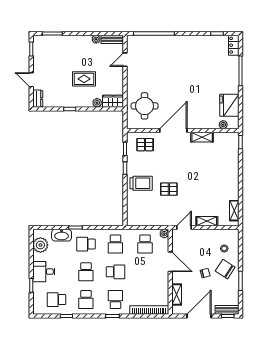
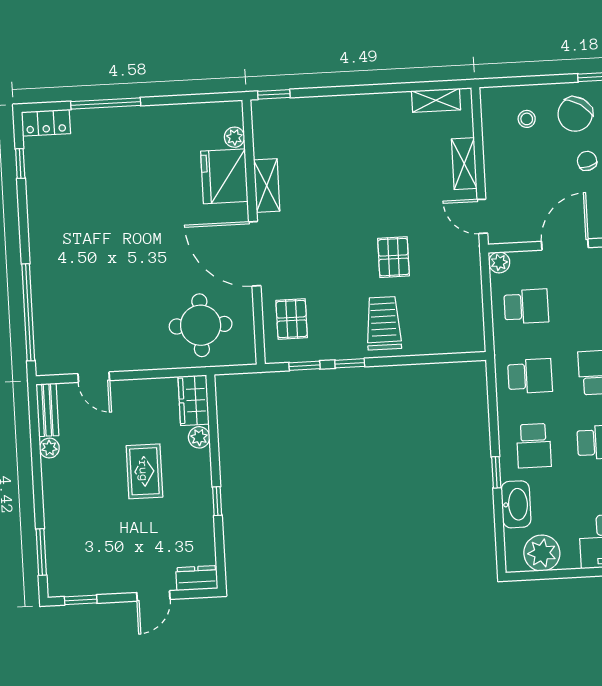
fridge: (229, 105) -> (224, 176), moved, turned 90

